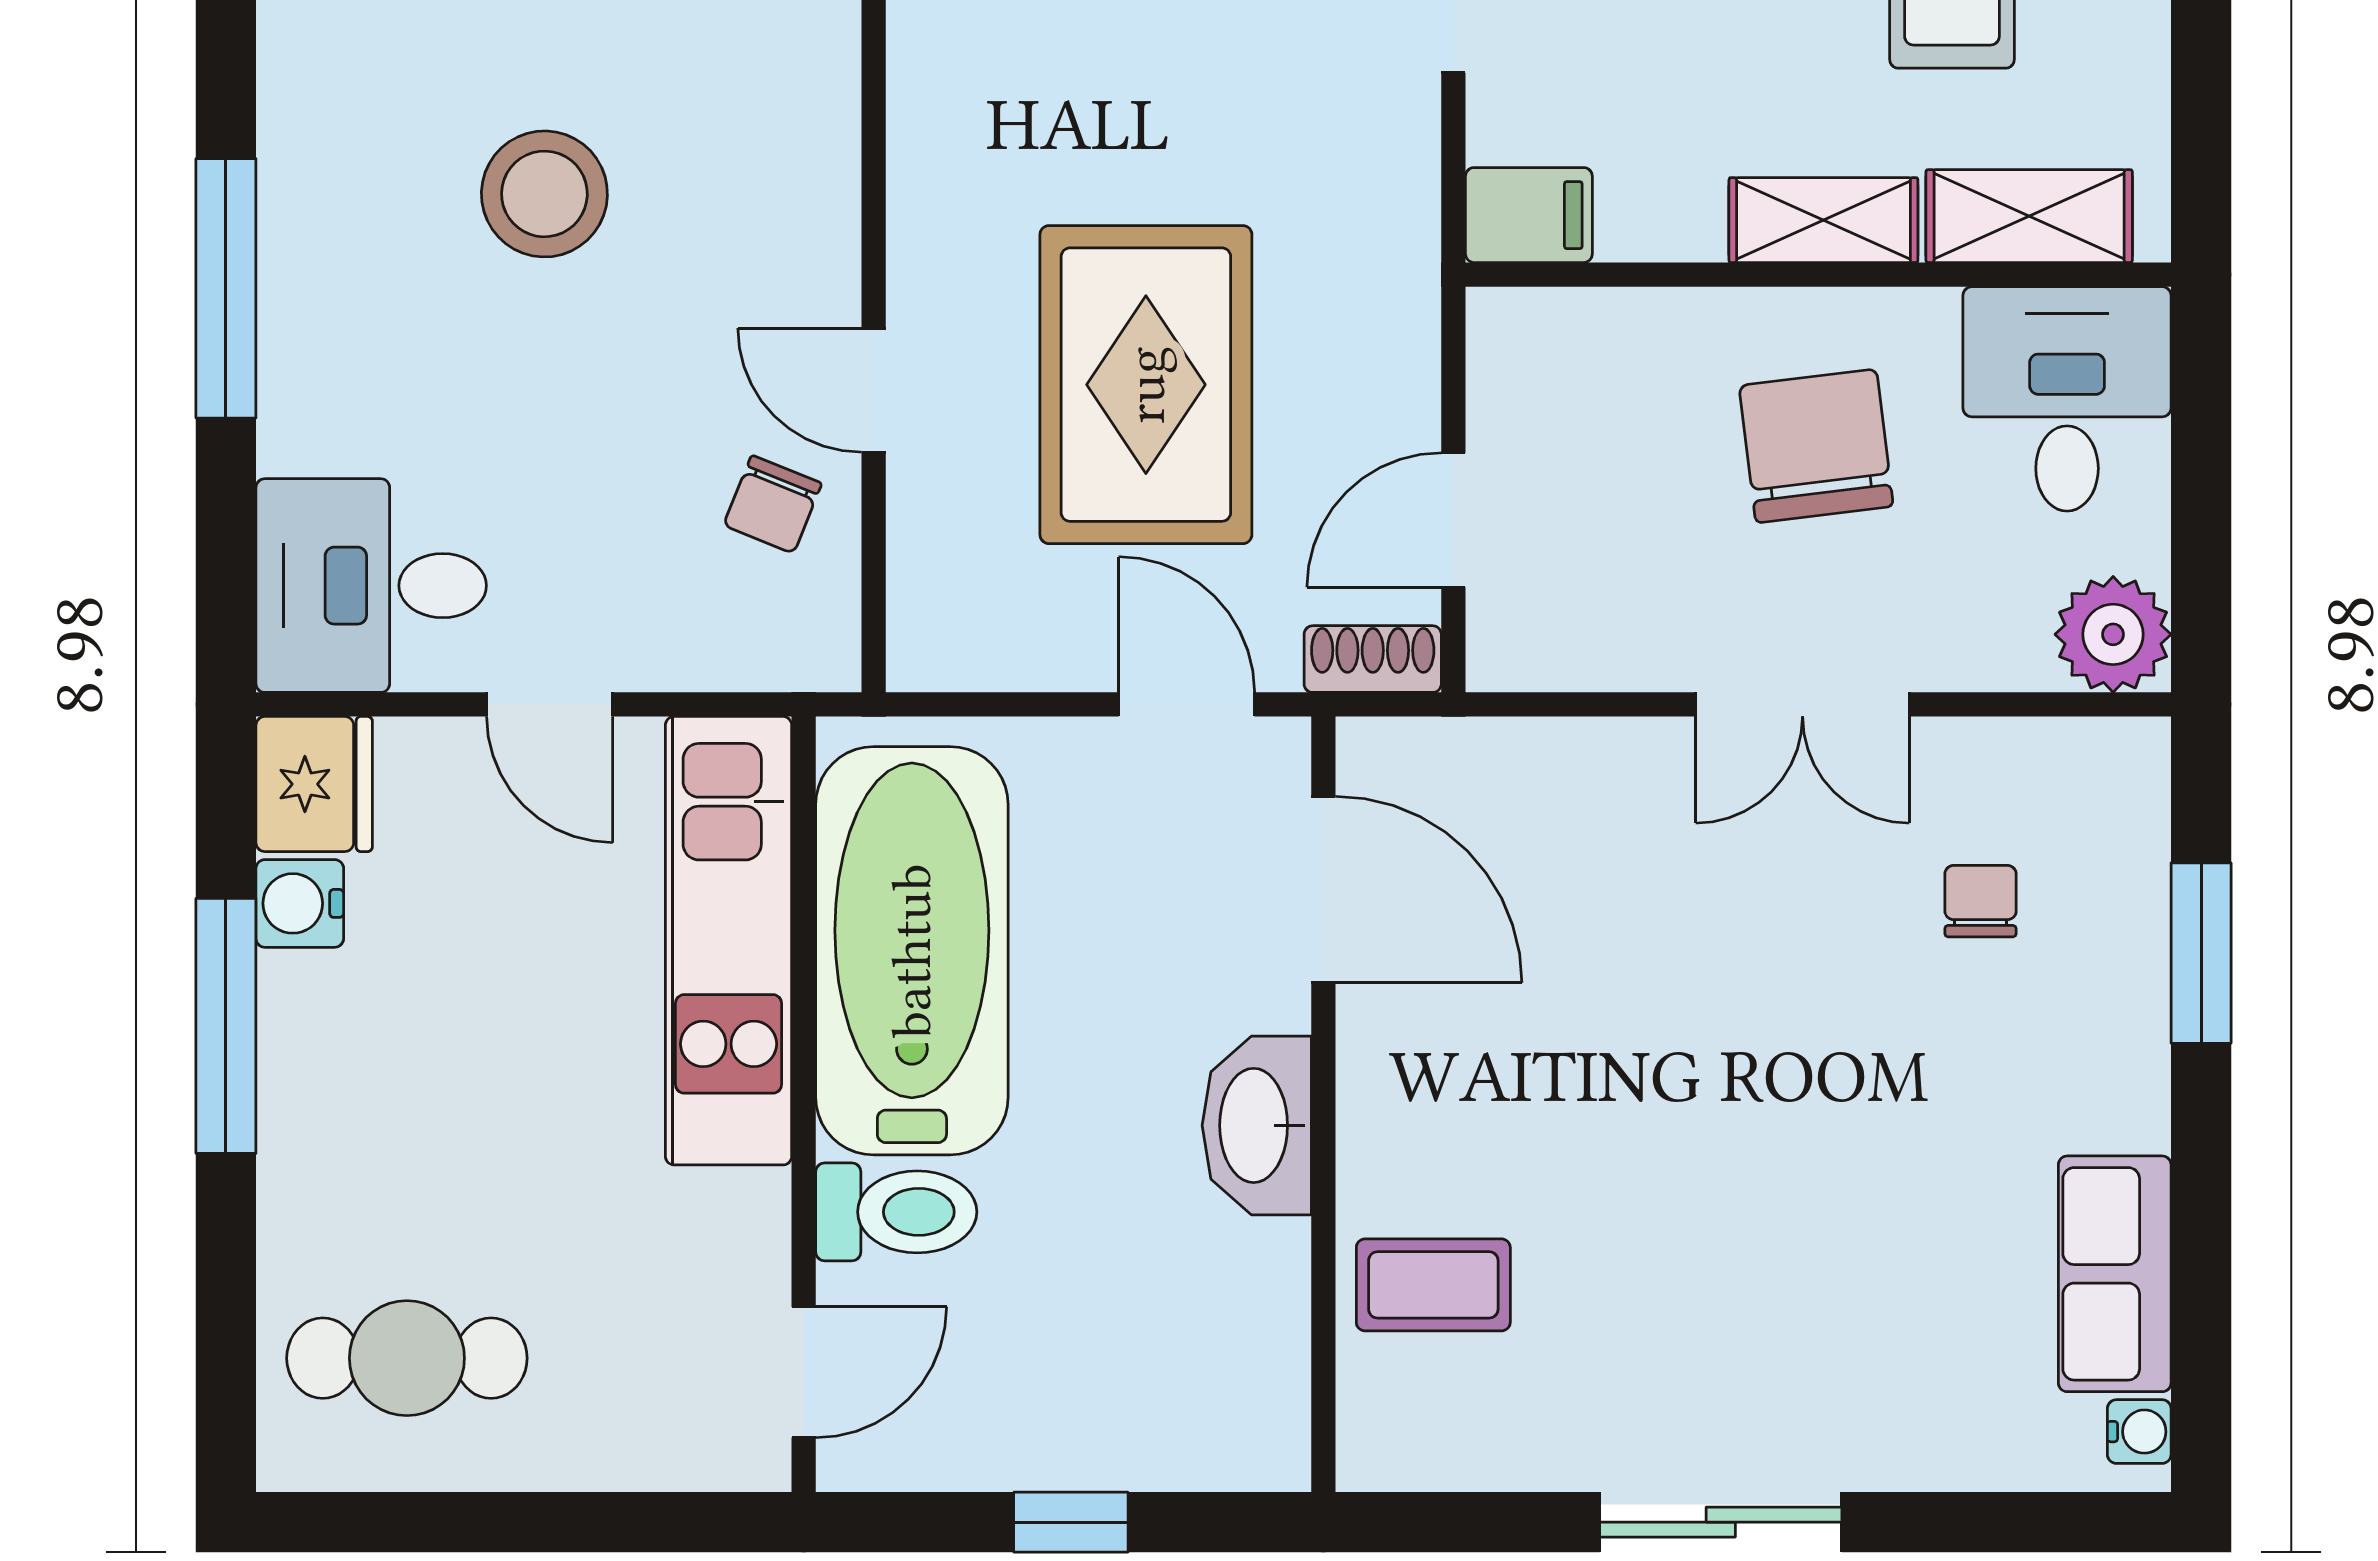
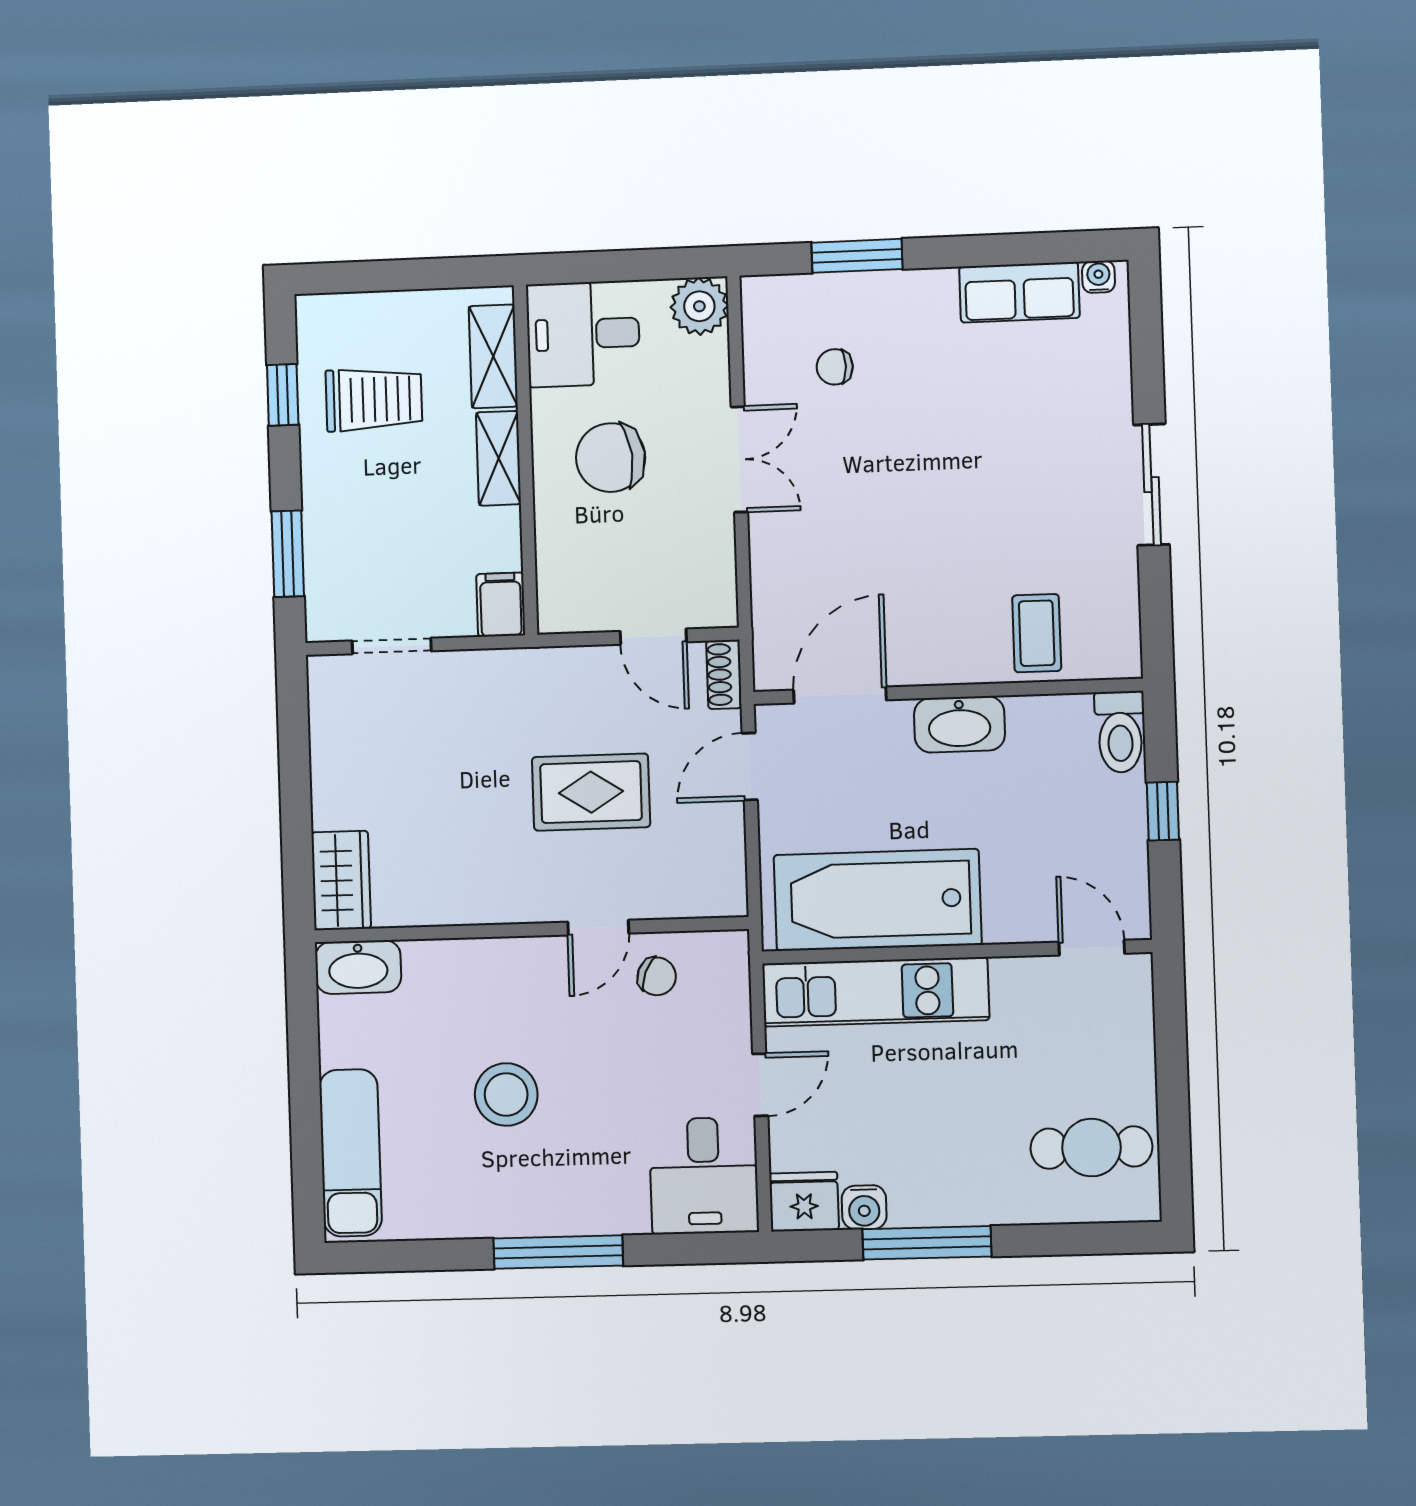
rug: (1146, 385) -> (591, 792), width x0.73, depth x0.70
toilet: (896, 1212) -> (1120, 732), moved, turned 180
cafe table: (407, 1358) -> (1091, 1148), turned 90

